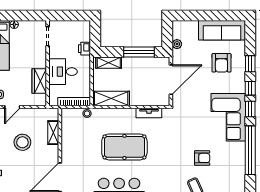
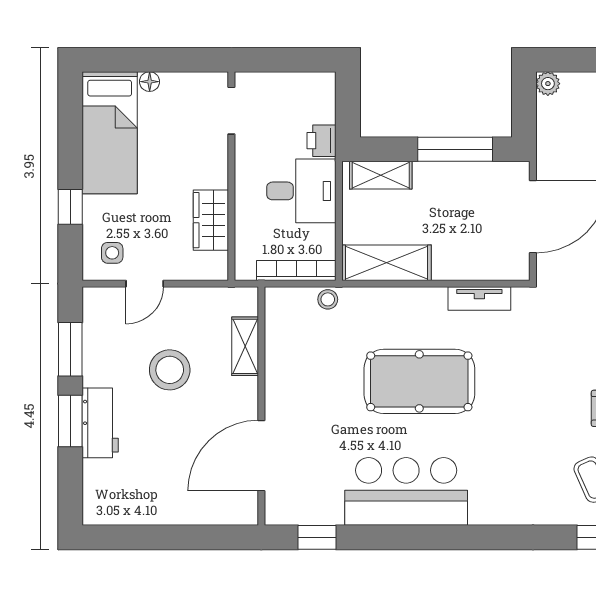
plant: (177, 44) -> (548, 84), moved
desk: (63, 72) -> (301, 191), moved, turned 180

